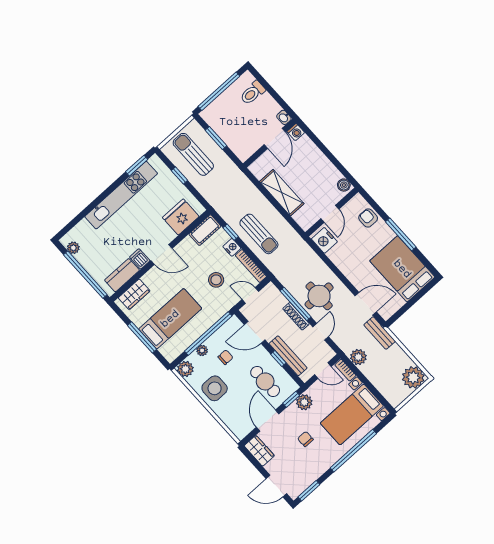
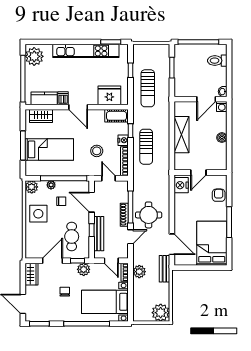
sun lounger: (193, 154) -> (148, 88), moved, turned 180
boiler: (344, 185) -> (222, 138), moved
plant: (73, 248) -> (34, 56), width x1.87, depth x1.87

